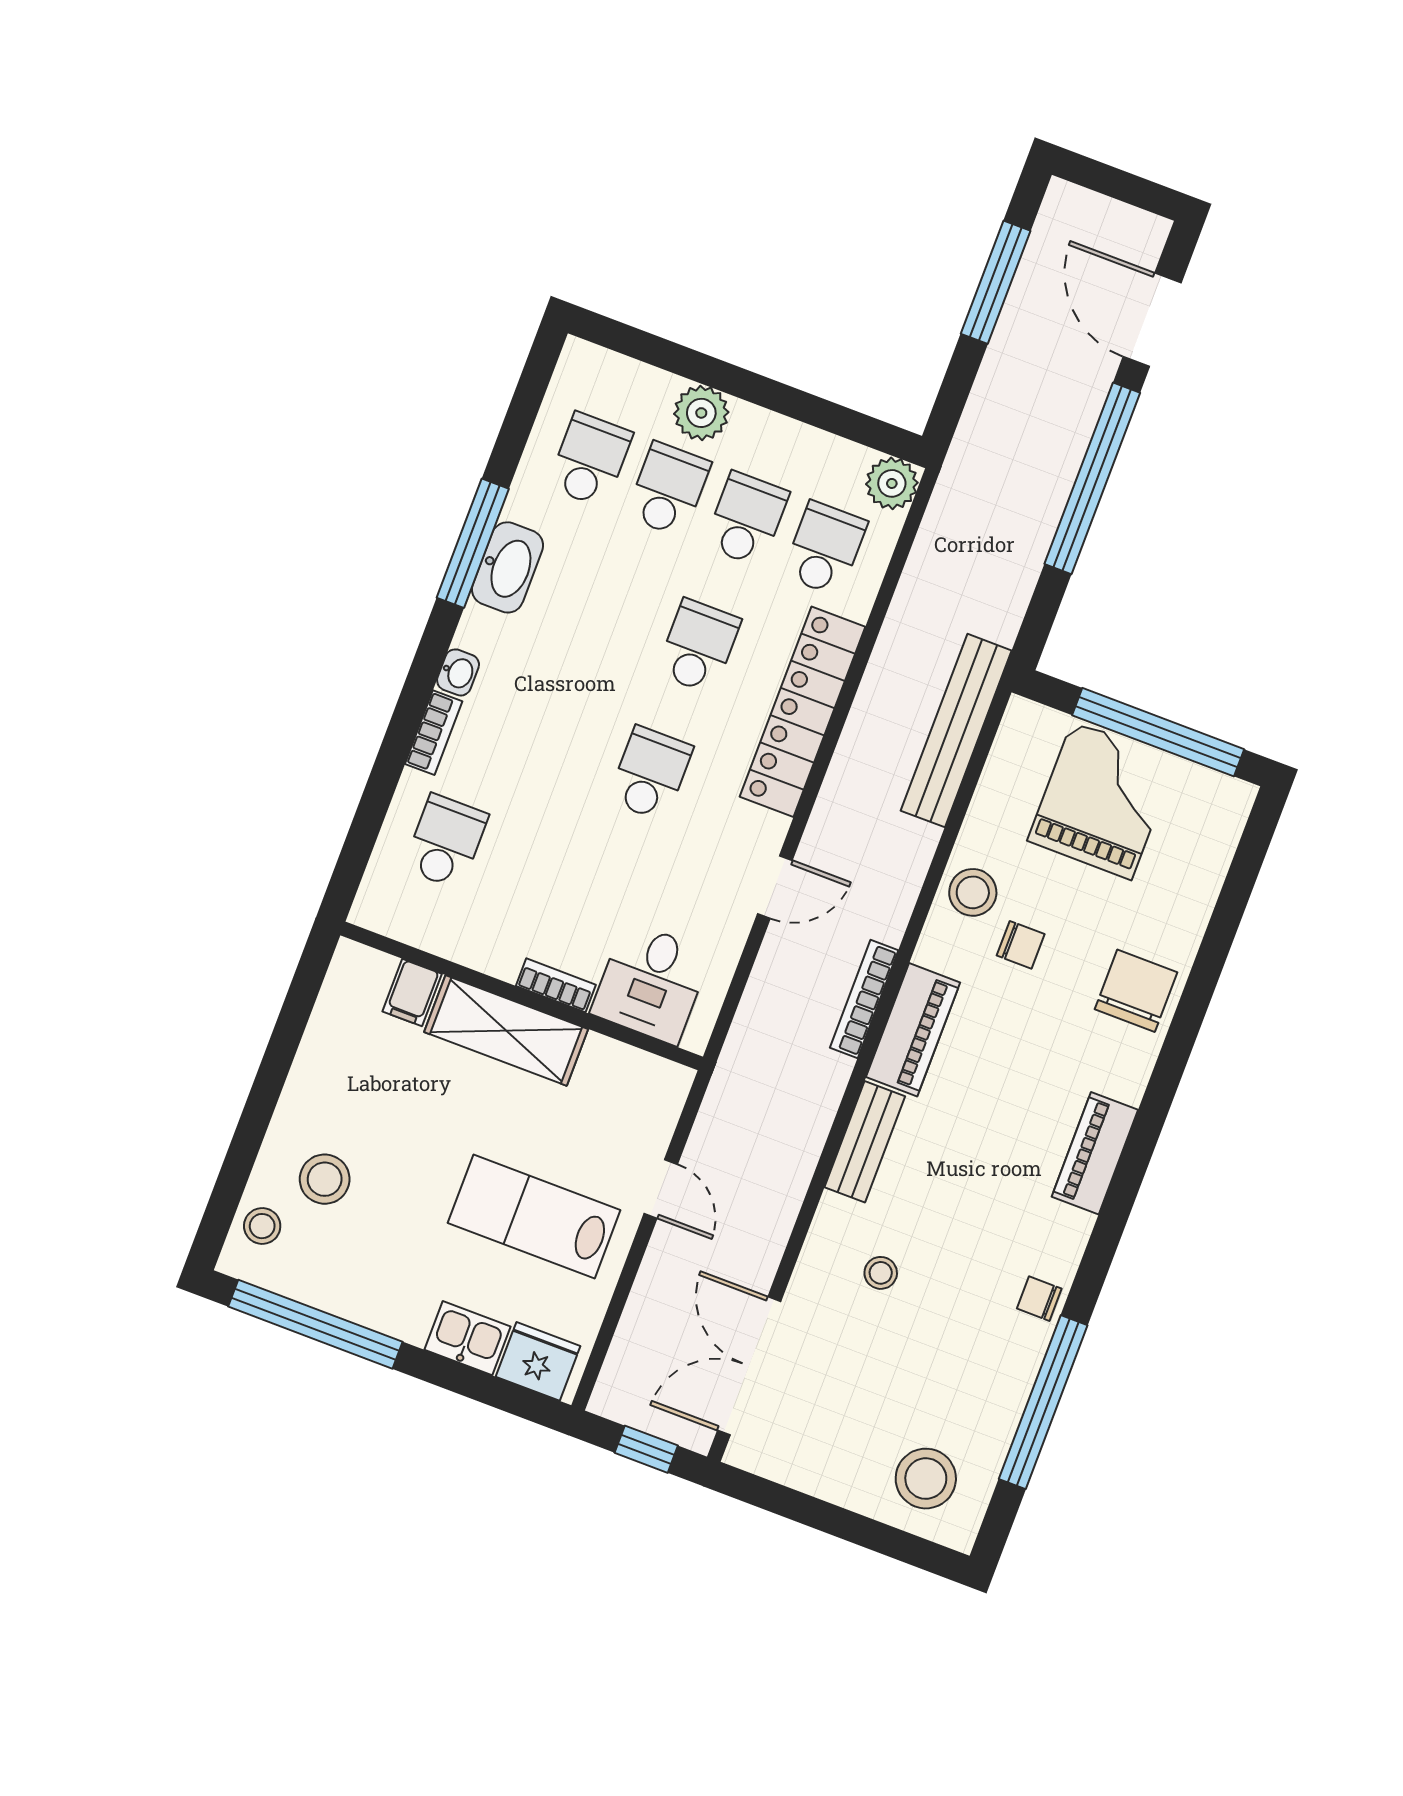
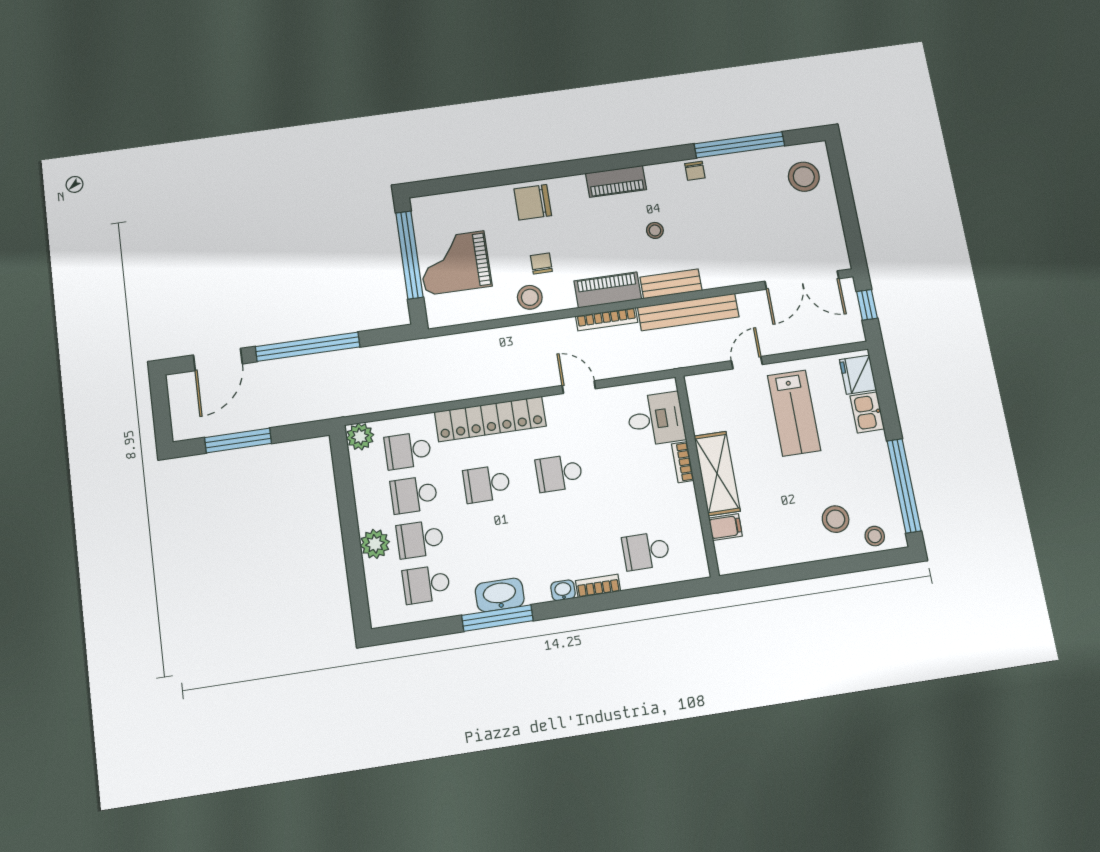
bench: (956, 731) -> (688, 312), moved
stool: (881, 1273) -> (655, 230), moved

